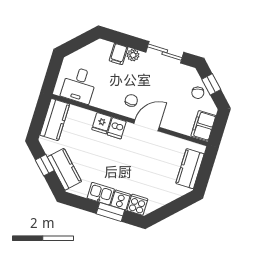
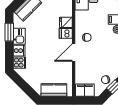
door: (147, 125) -> (74, 52), swing flipped
window: (110, 212) -> (9, 32), moved

